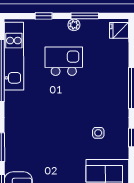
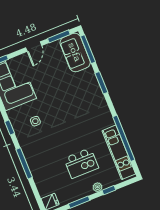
plant: (74, 25) -> (97, 187), moved

